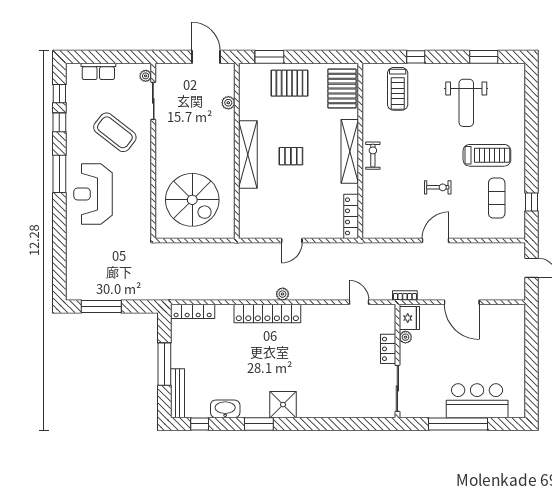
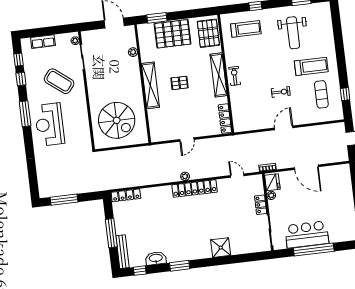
pallet: (289, 83) -> (173, 34), width x1.37, depth x1.41
treadmill: (398, 89) -> (246, 29), turned -90
locker: (267, 314) -> (195, 189), moved
bar counter: (477, 401) -> (307, 234), moved
shower: (283, 405) -> (221, 248), moved

